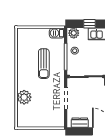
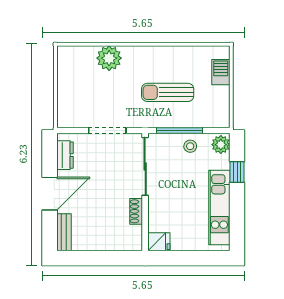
barbecue: (57, 33) -> (221, 72), moved

